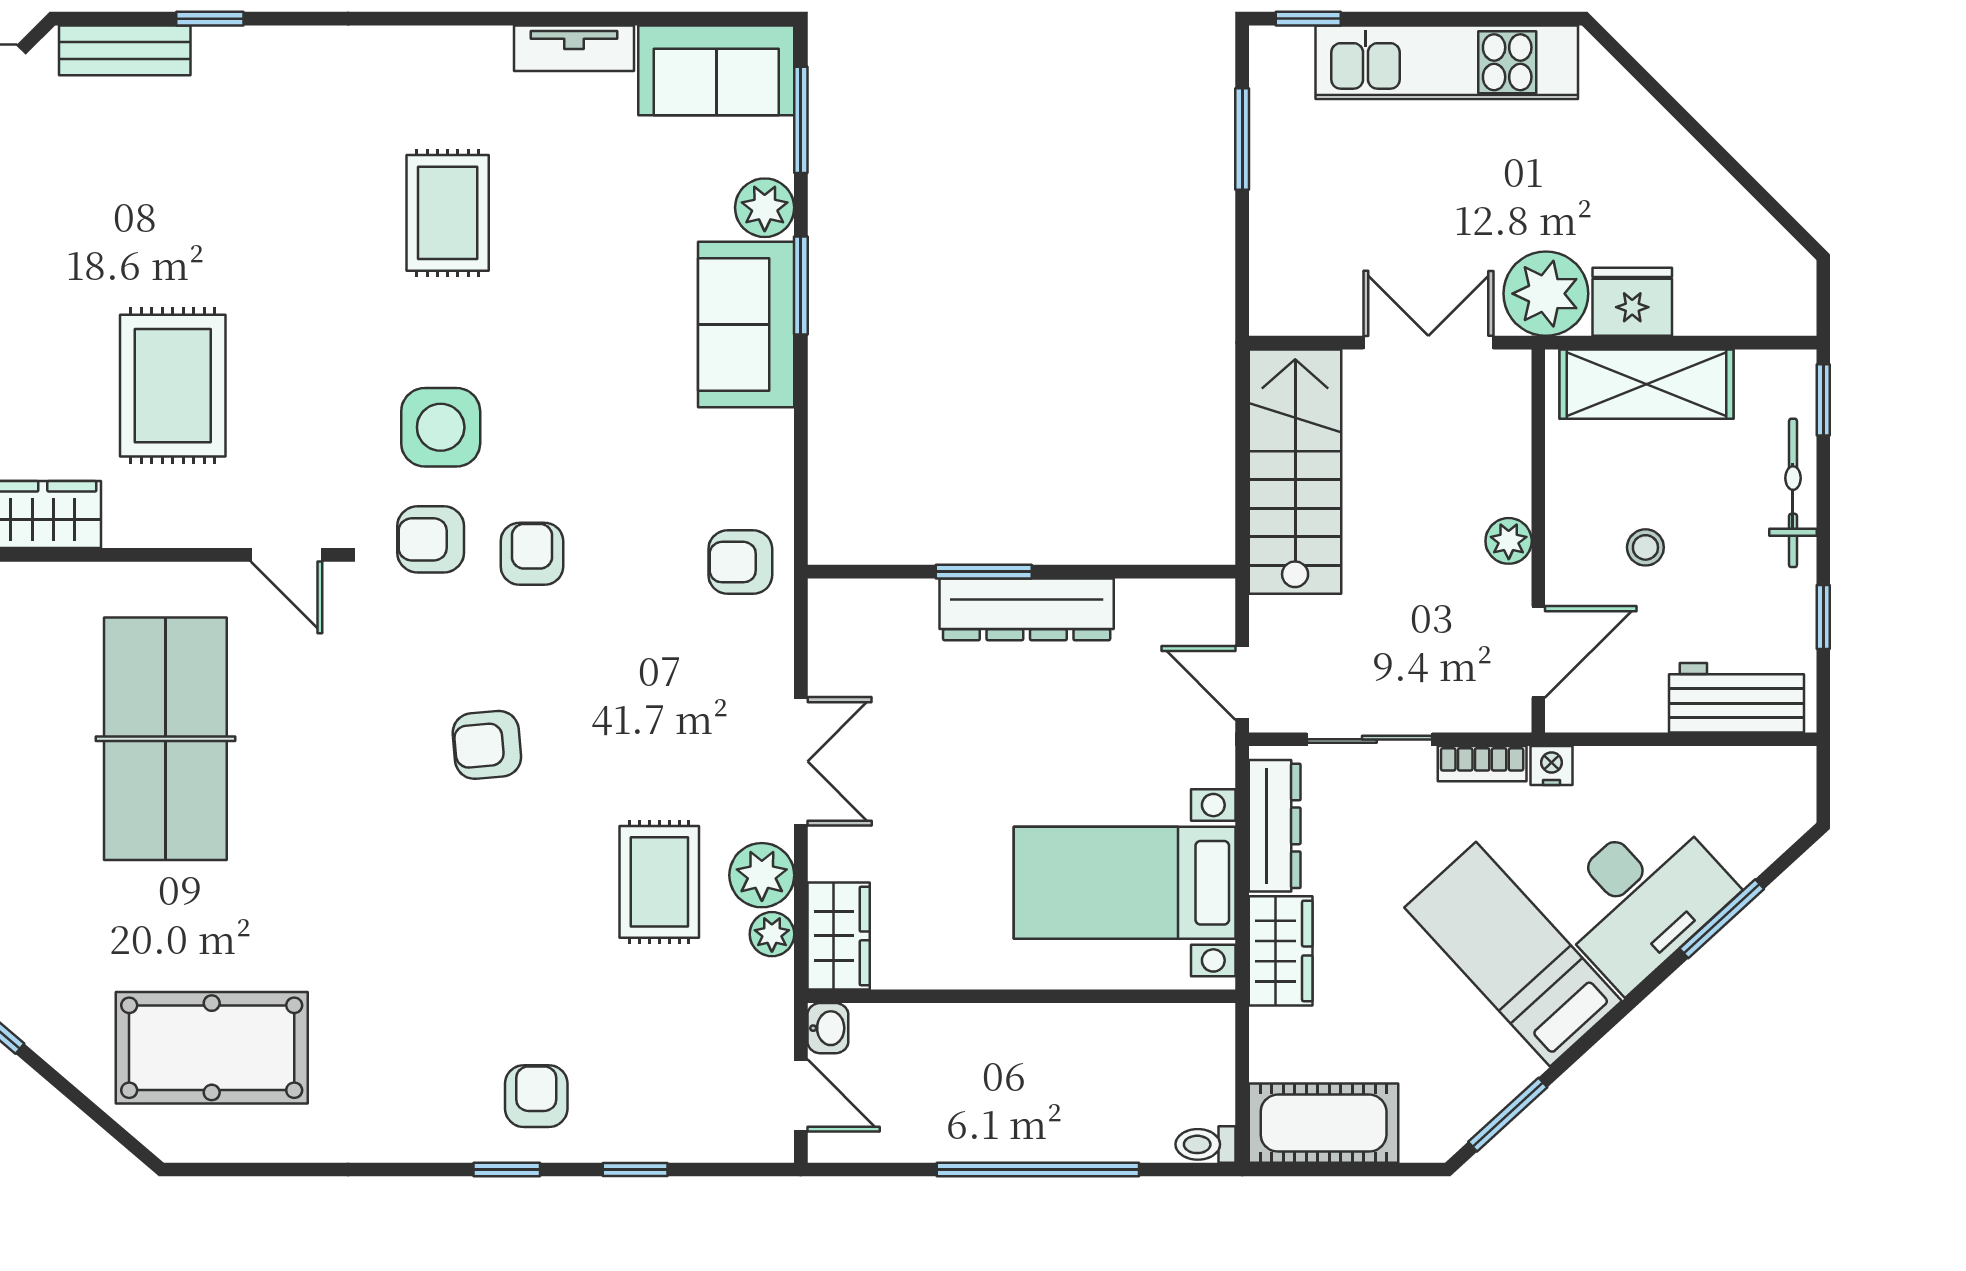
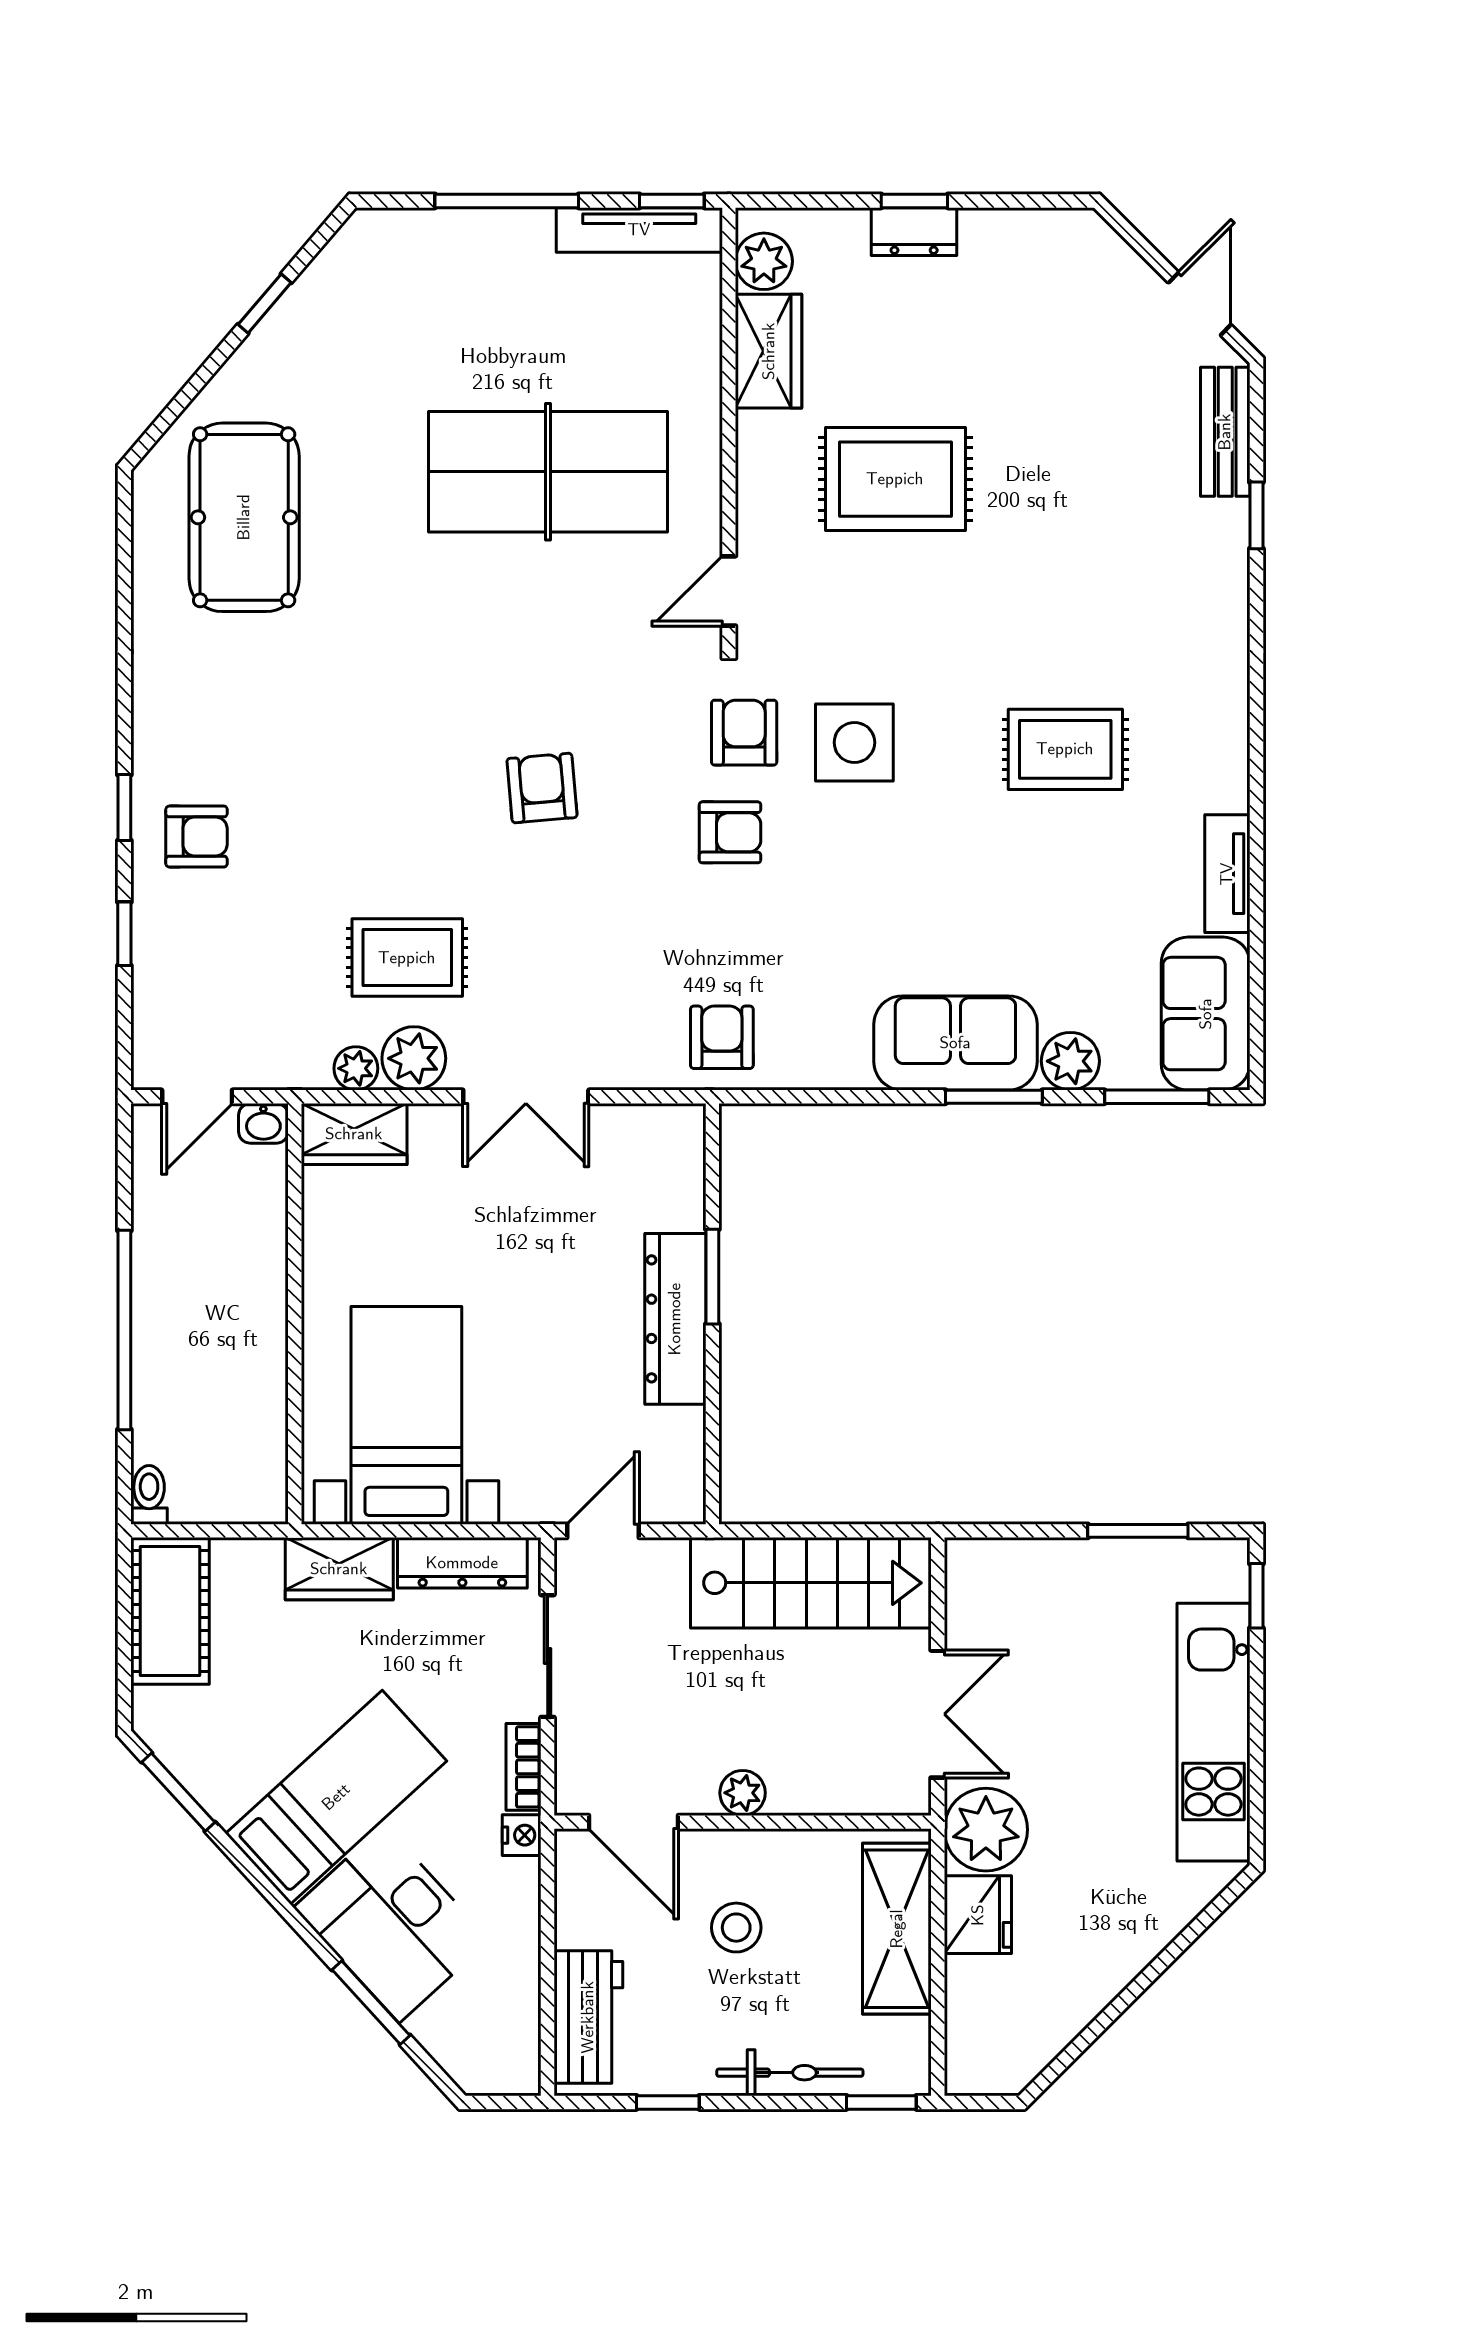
stool: (1645, 547) -> (736, 1928), width x1.37, depth x1.37

